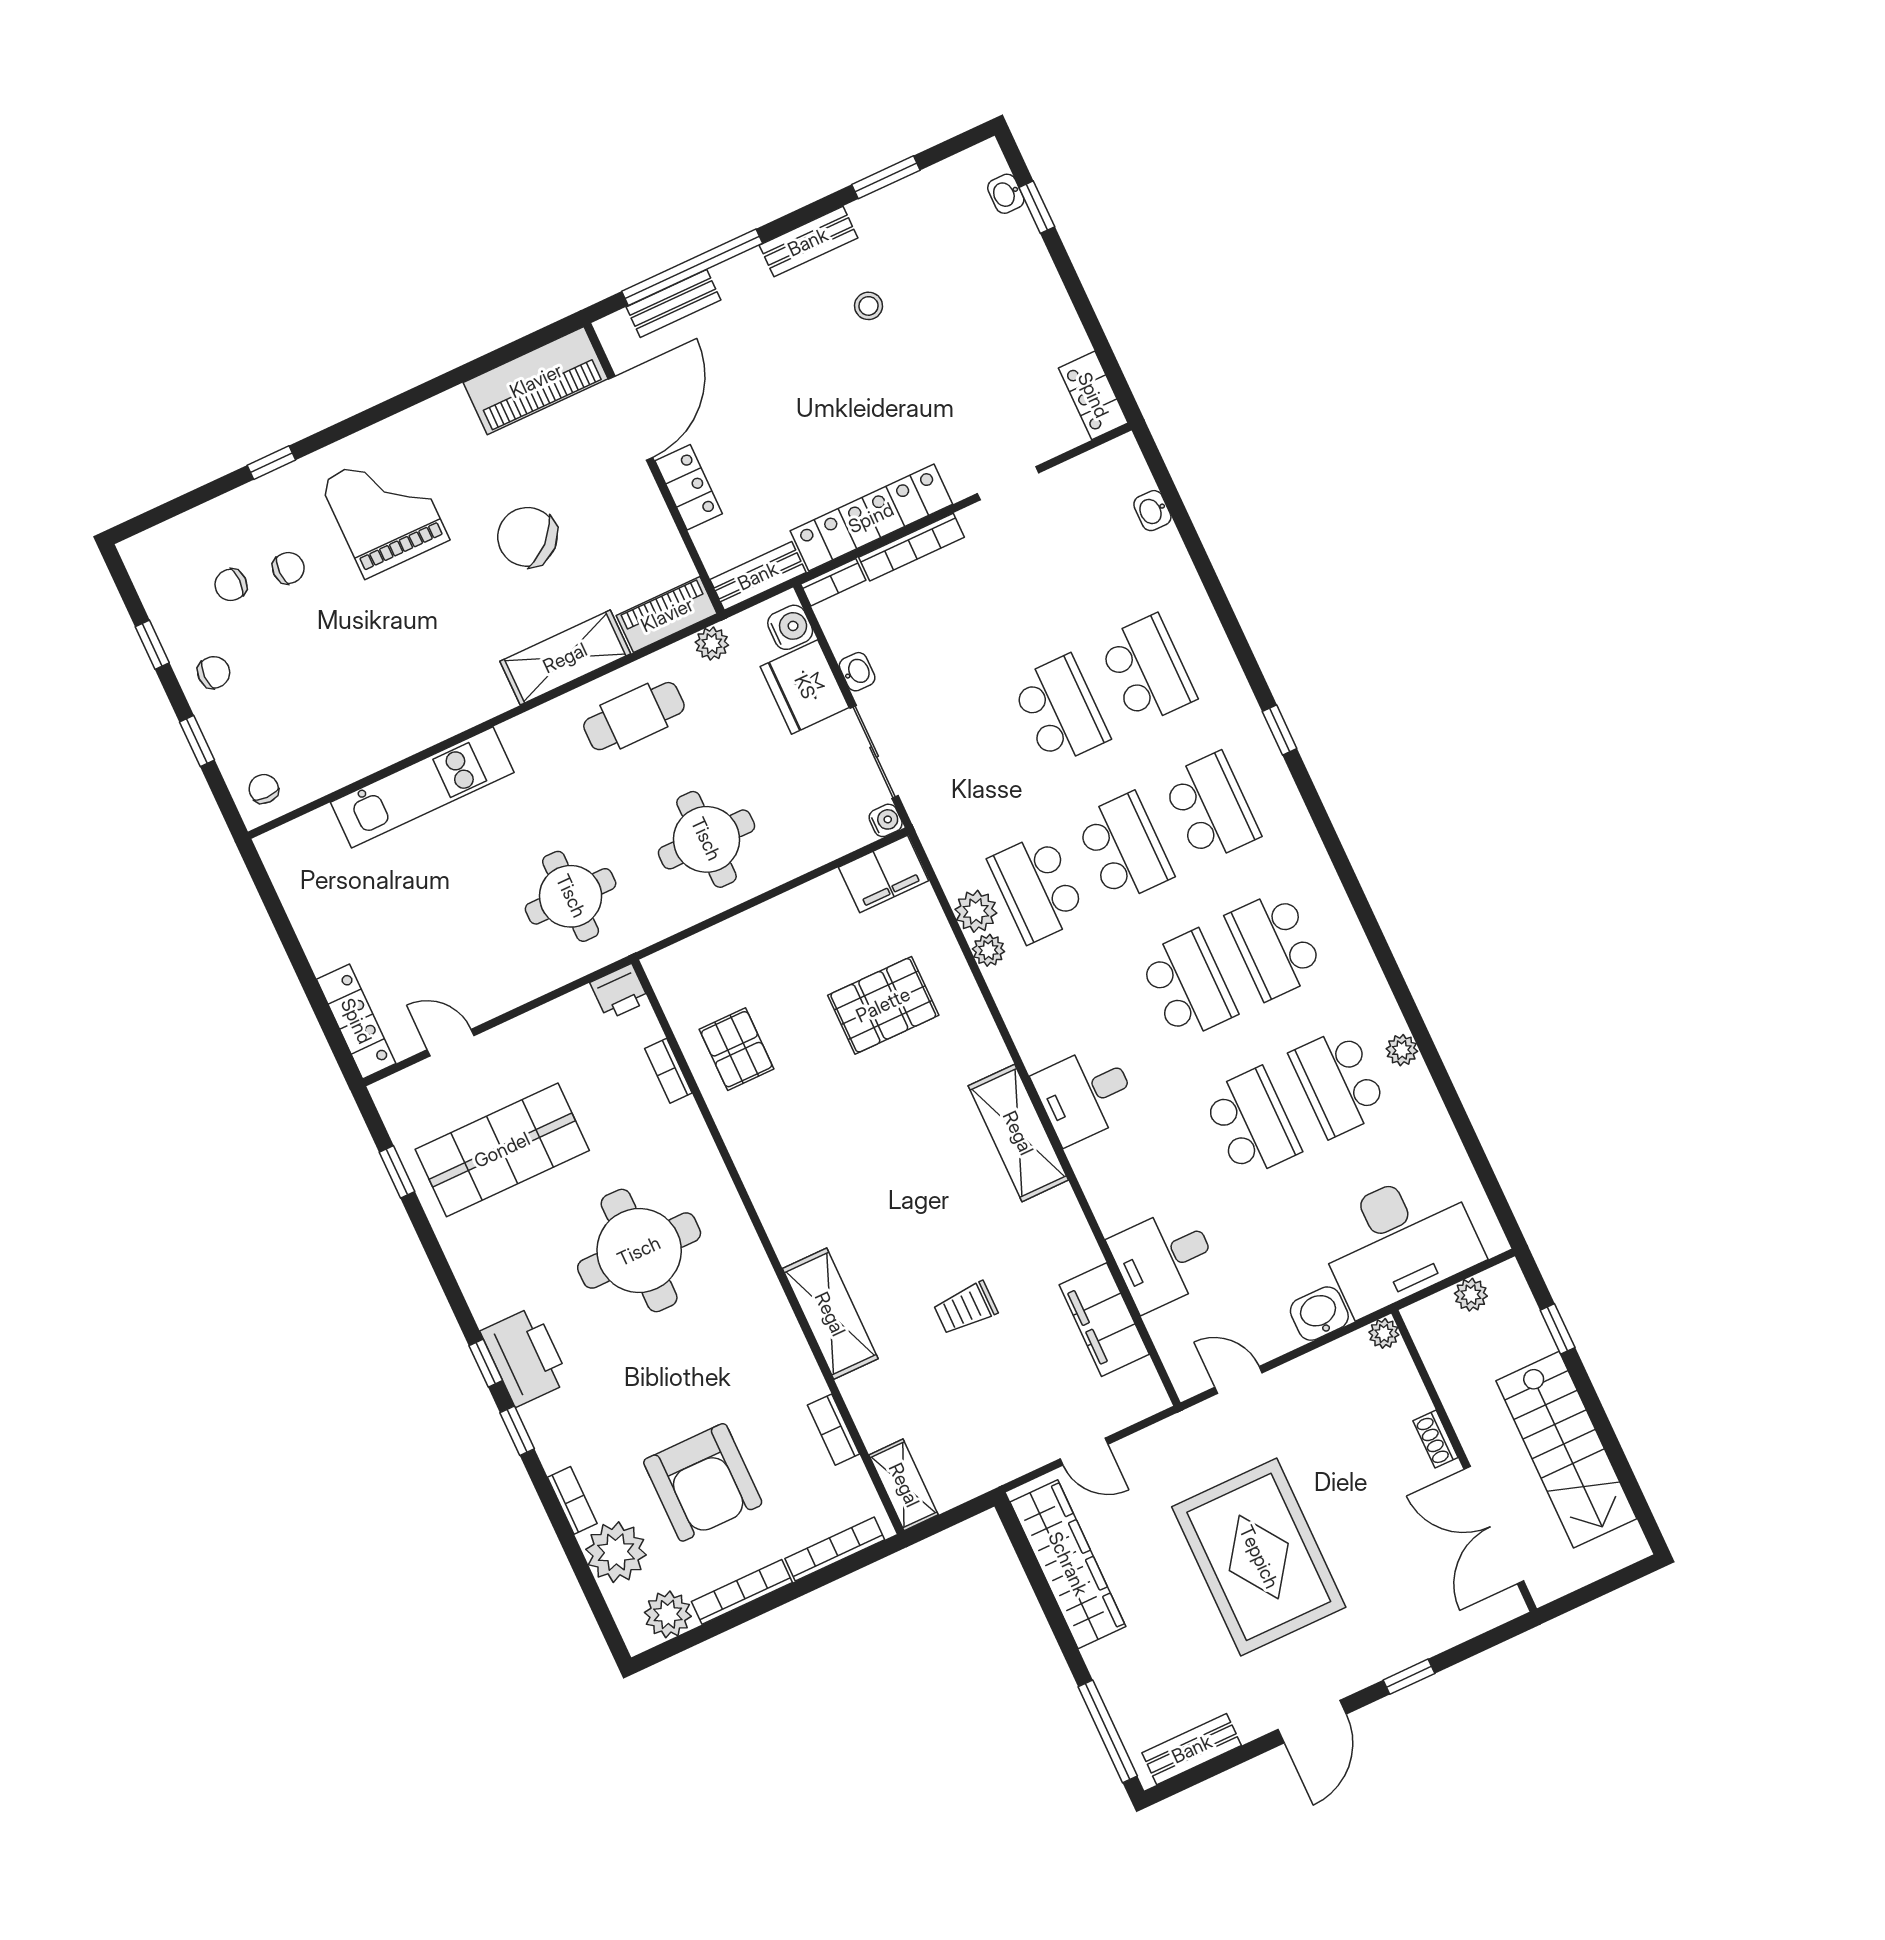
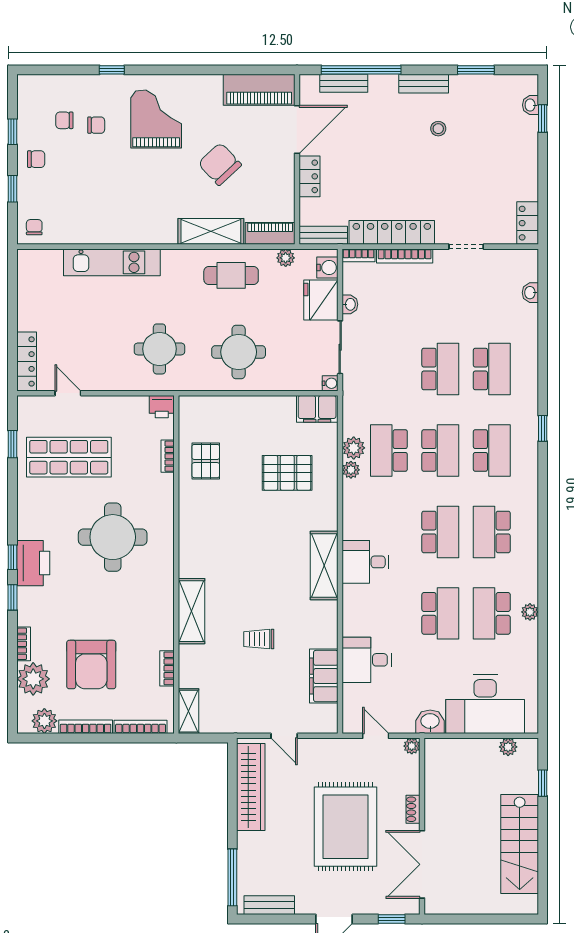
plant: (1384, 1333) -> (412, 746), moved
shoe rack: (1436, 1439) -> (413, 809), moved
wall: (1464, 1461) -> (422, 826), moved
double door: (1494, 1525) -> (422, 864), moved

